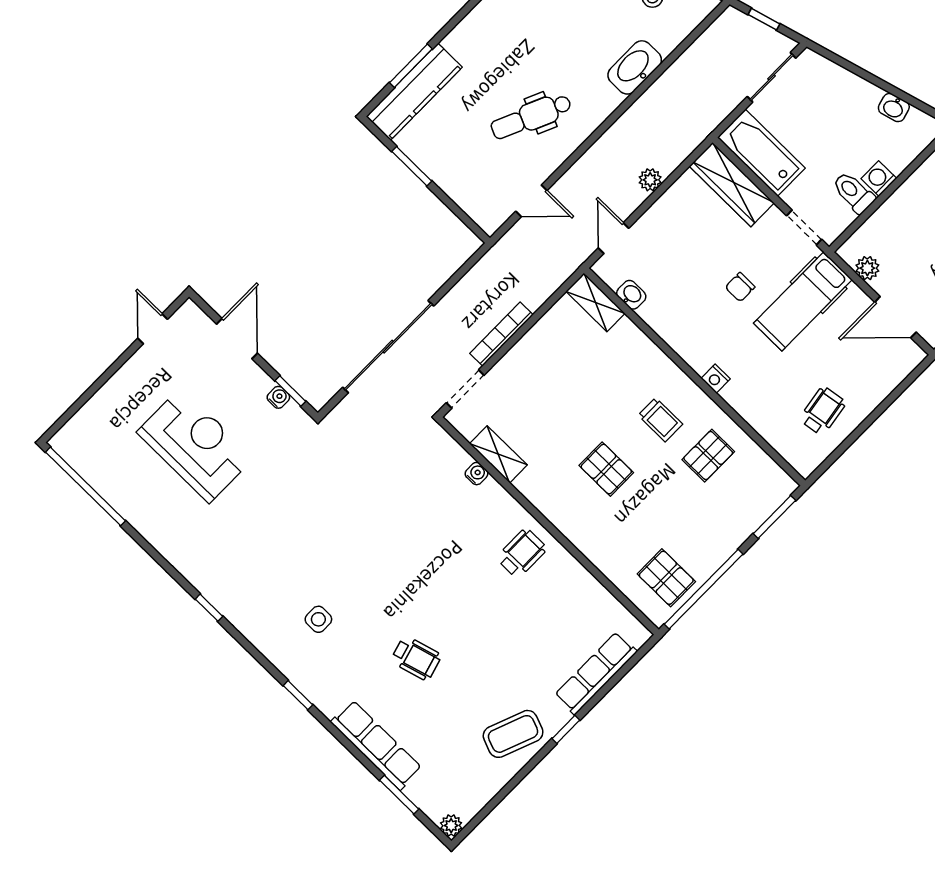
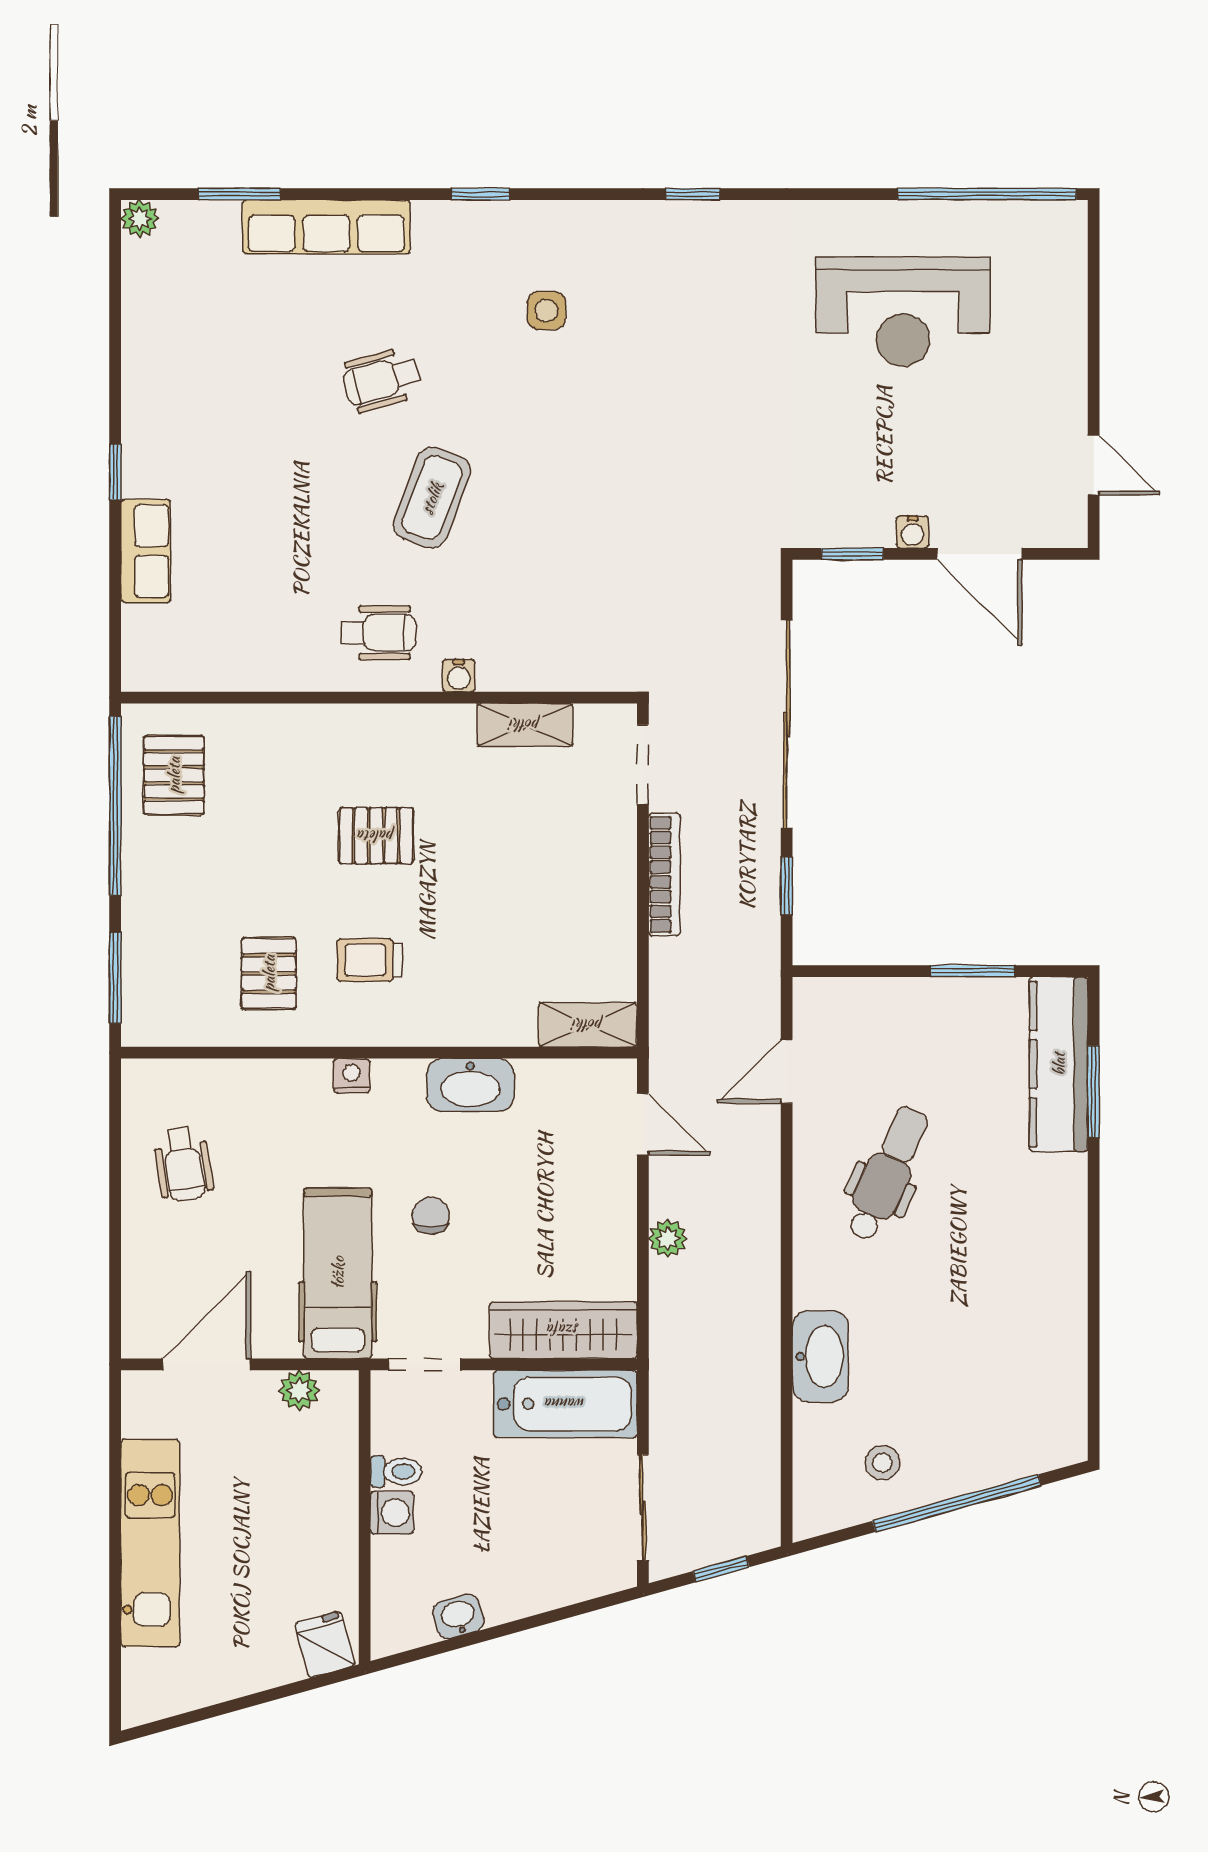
toilet: (854, 193) -> (396, 1471), width x0.73, depth x0.72
window: (455, 279) -> (787, 886), added
washbasin: (631, 295) -> (470, 1085), moved, width x1.91, depth x1.45
water cooler: (278, 397) -> (913, 532), moved
reception desk: (195, 445) -> (903, 311), moved
water cooler: (477, 474) -> (459, 676), moved
wheelchair: (522, 553) -> (379, 633), turned -90
pallet: (666, 578) -> (174, 775), turned 90
row of seats: (596, 673) -> (146, 551), width x0.68
coffee table: (513, 734) -> (432, 498), moved

